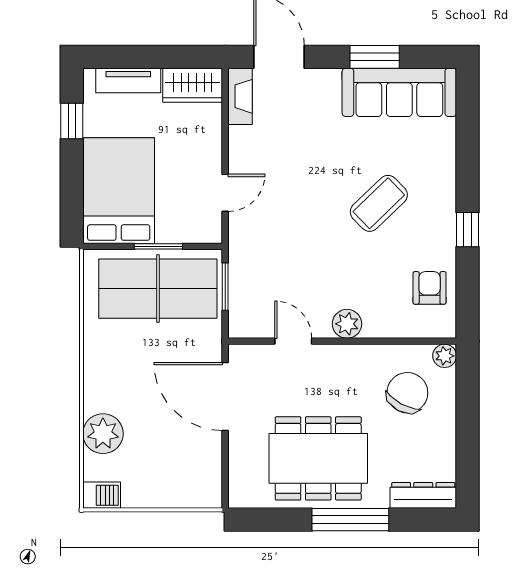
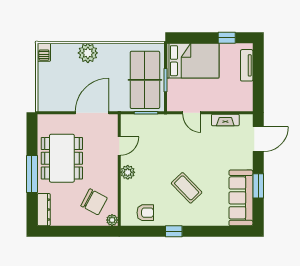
wardrobe: (193, 85) -> (244, 97), removed
fireplace: (240, 96) -> (225, 120), moved
plant: (103, 434) -> (88, 53), moved

